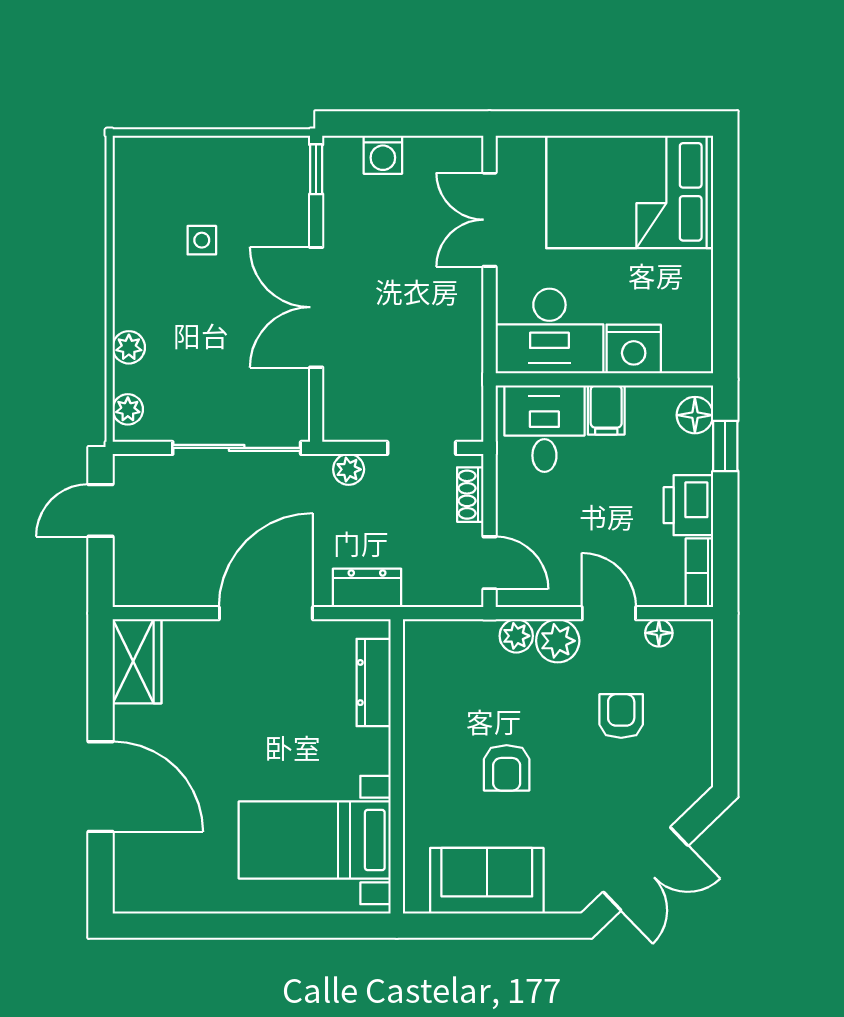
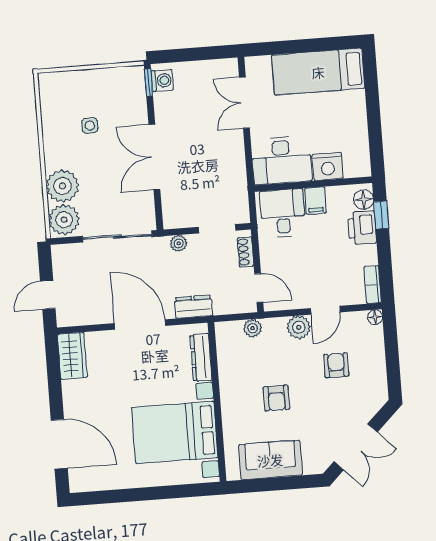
washing machine: (383, 155) -> (162, 80), moved, turned -90
bed: (630, 192) -> (318, 72), width x0.67
plant: (129, 347) -> (62, 186), width x1.88, depth x1.88
plant: (128, 409) -> (64, 220), width x1.88, depth x1.88
printer: (688, 505) -> (362, 228), moved
door: (101, 510) -> (48, 295), moved
door: (266, 613) -> (140, 325), hinge flipped
door: (609, 613) -> (325, 310), swing flipped
floor lamp: (659, 633) -> (375, 317), moved
plant: (516, 636) -> (253, 328), moved
door: (101, 787) -> (59, 444), moved
bed with nightstands: (315, 840) -> (175, 432), width x1.36

